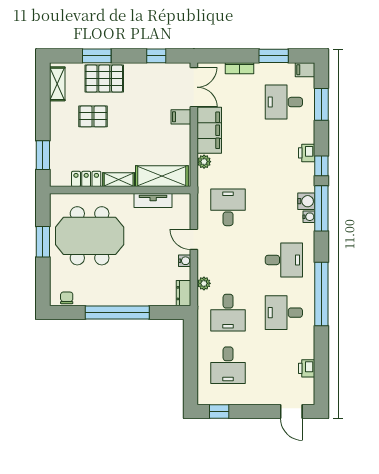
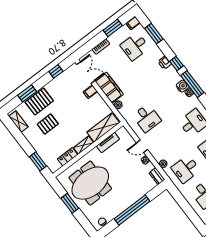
desk: (228, 207) -> (147, 118), turned 180
desk: (228, 313) -> (186, 169), turned 90

